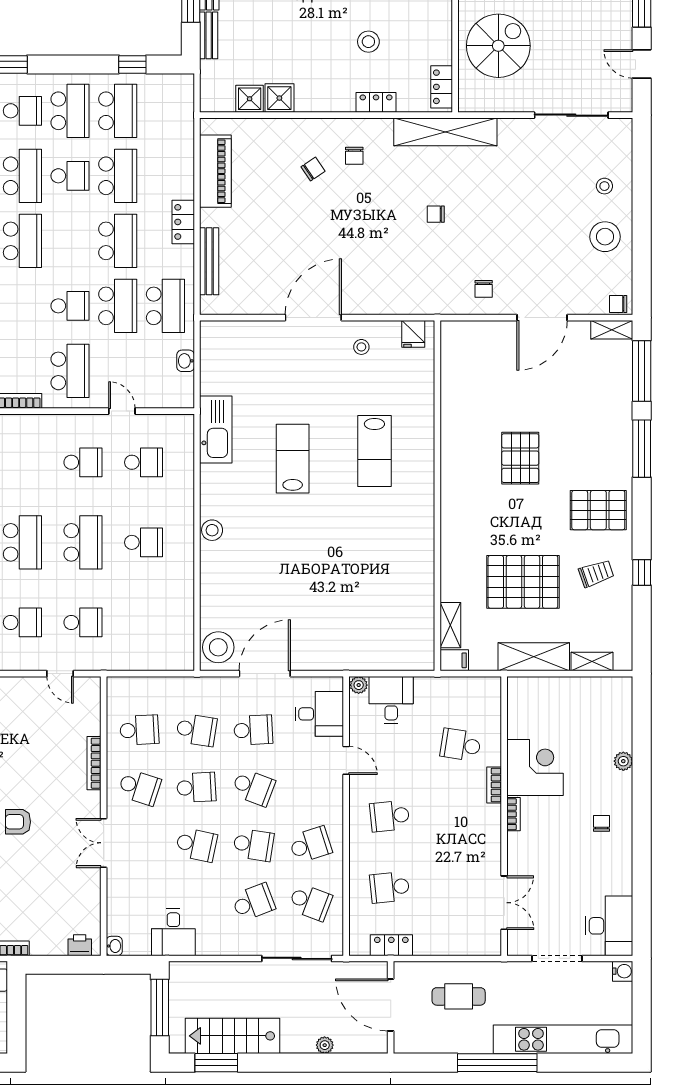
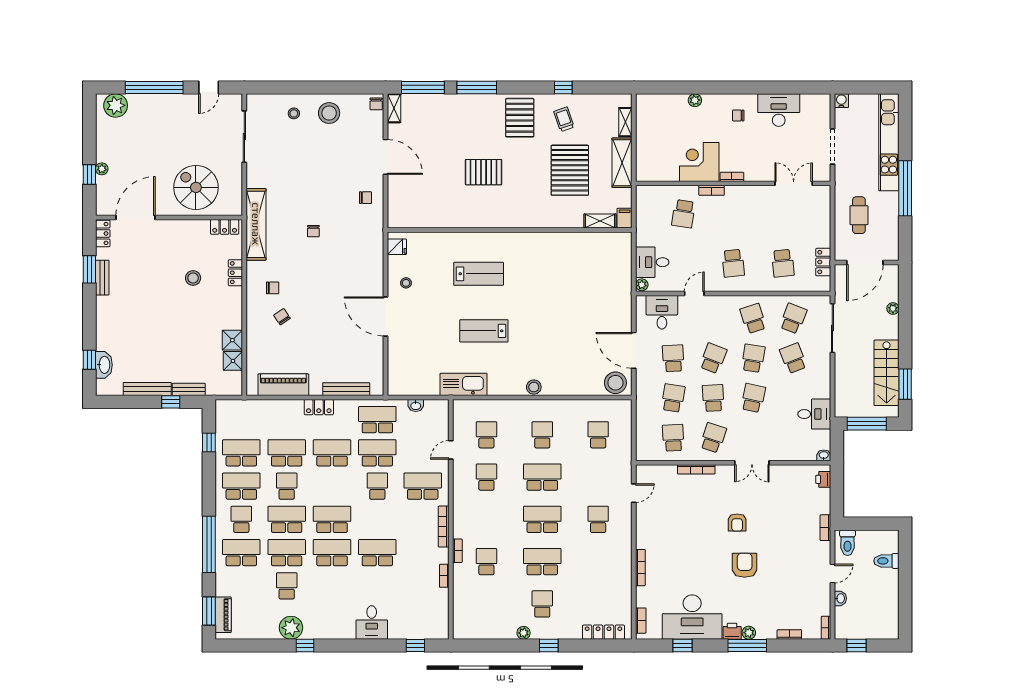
school desk: (83, 622) -> (598, 435), moved
desk: (609, 926) -> (779, 110), moved

